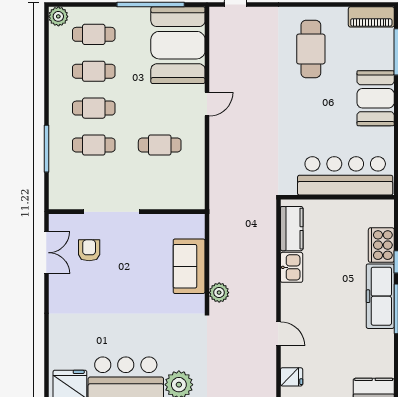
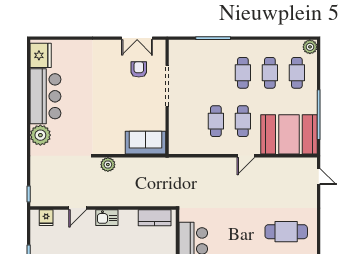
door: (207, 104) -> (246, 156), hinge flipped
cafe table: (94, 145) -> (243, 121), moved
armchair: (89, 250) -> (139, 69), turned -90
sofa: (189, 266) -> (145, 143), moved
kitchen sink: (292, 267) -> (107, 218), moved

